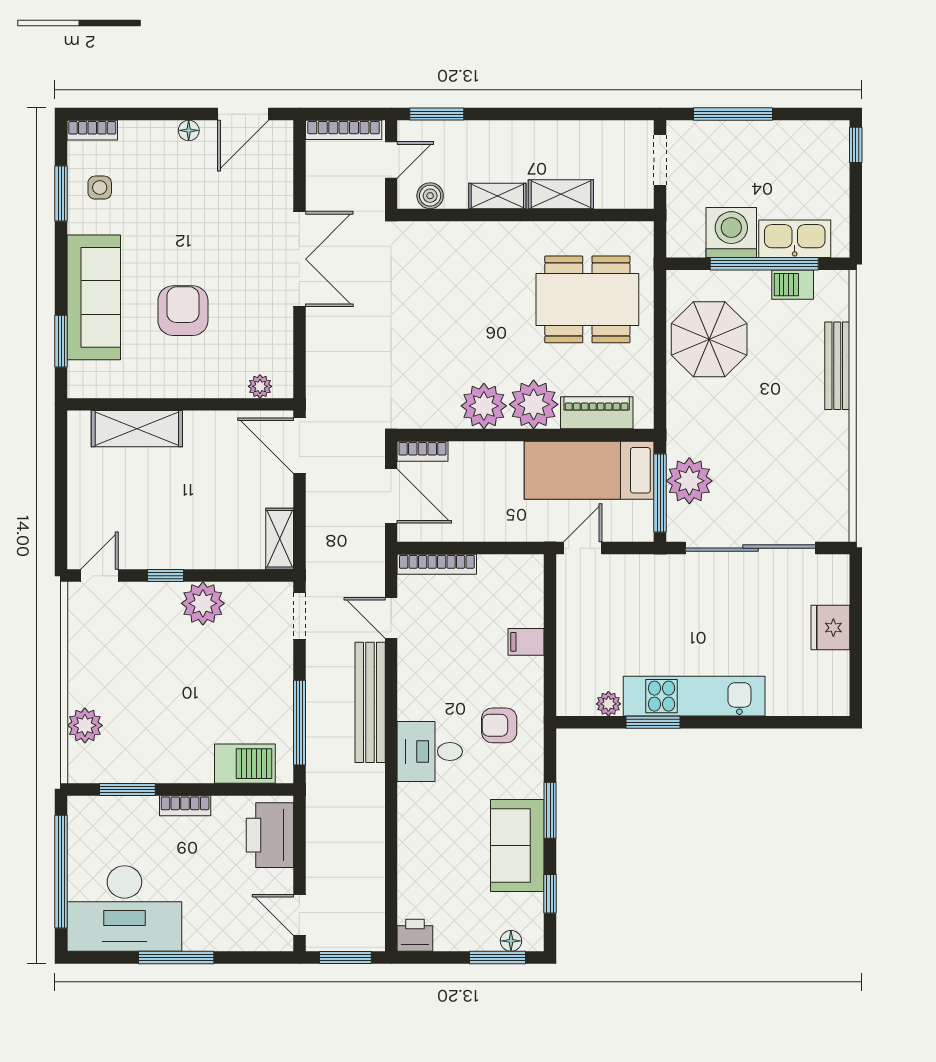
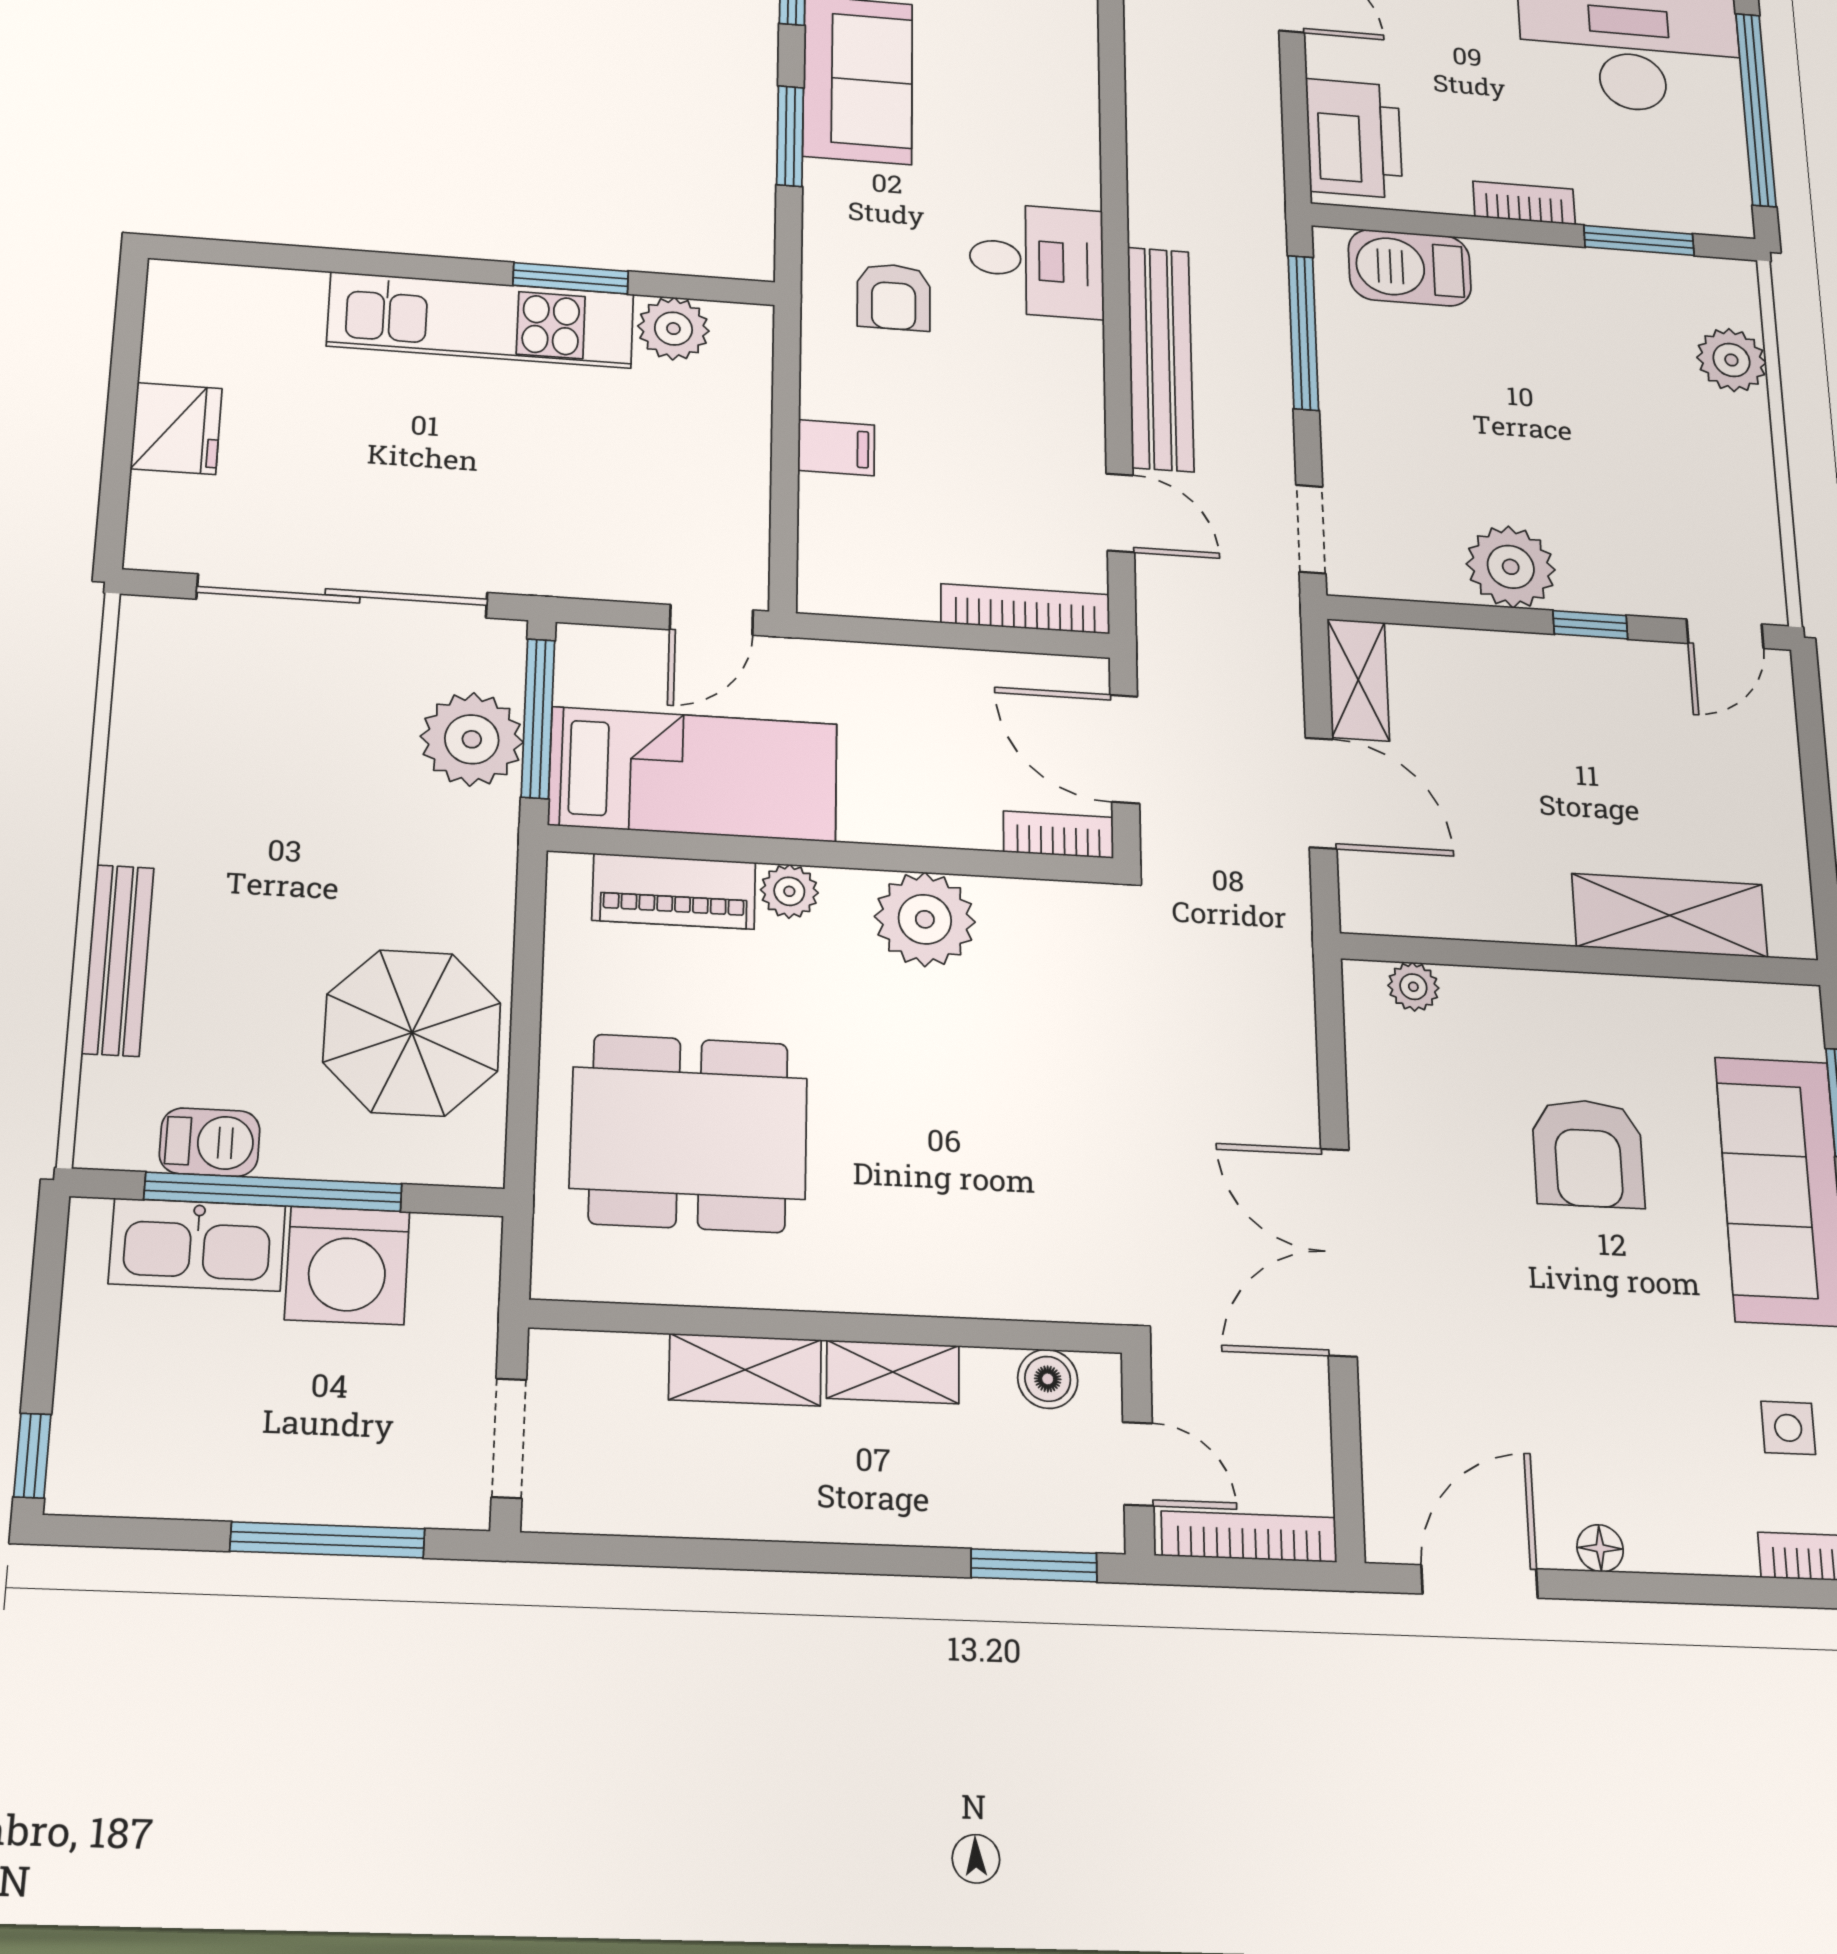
door: (391, 160) -> (1138, 1464), swing flipped
plant: (534, 404) -> (789, 891), width x0.53, depth x0.53
door: (299, 446) -> (1321, 793), moved
plant: (608, 704) -> (673, 329), width x1.38, depth x1.38
armchair: (499, 725) -> (894, 297), turned 90

